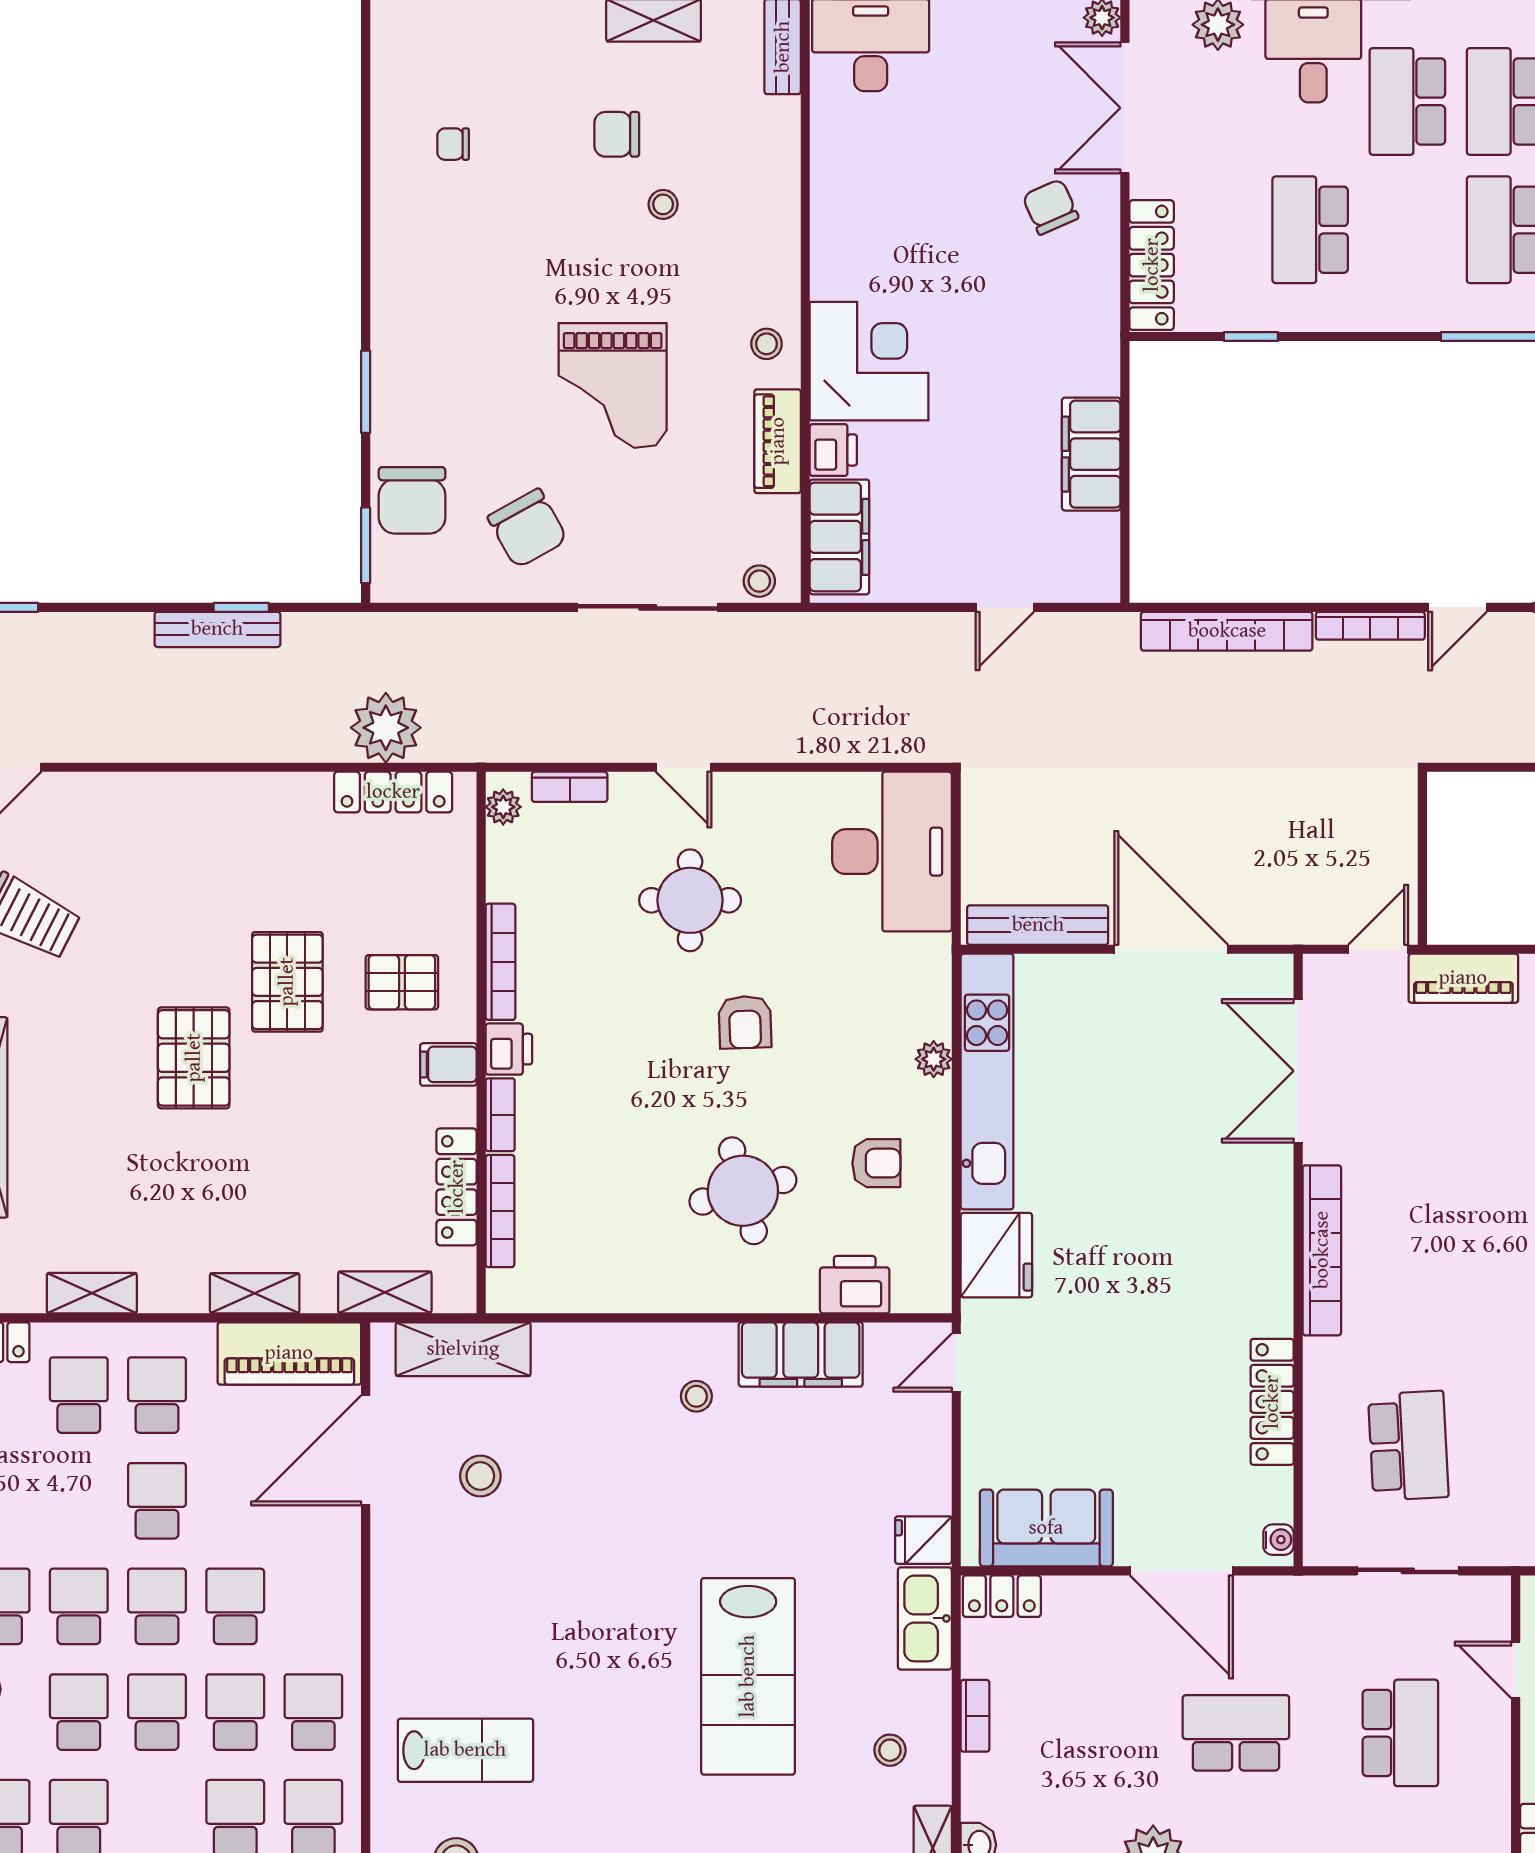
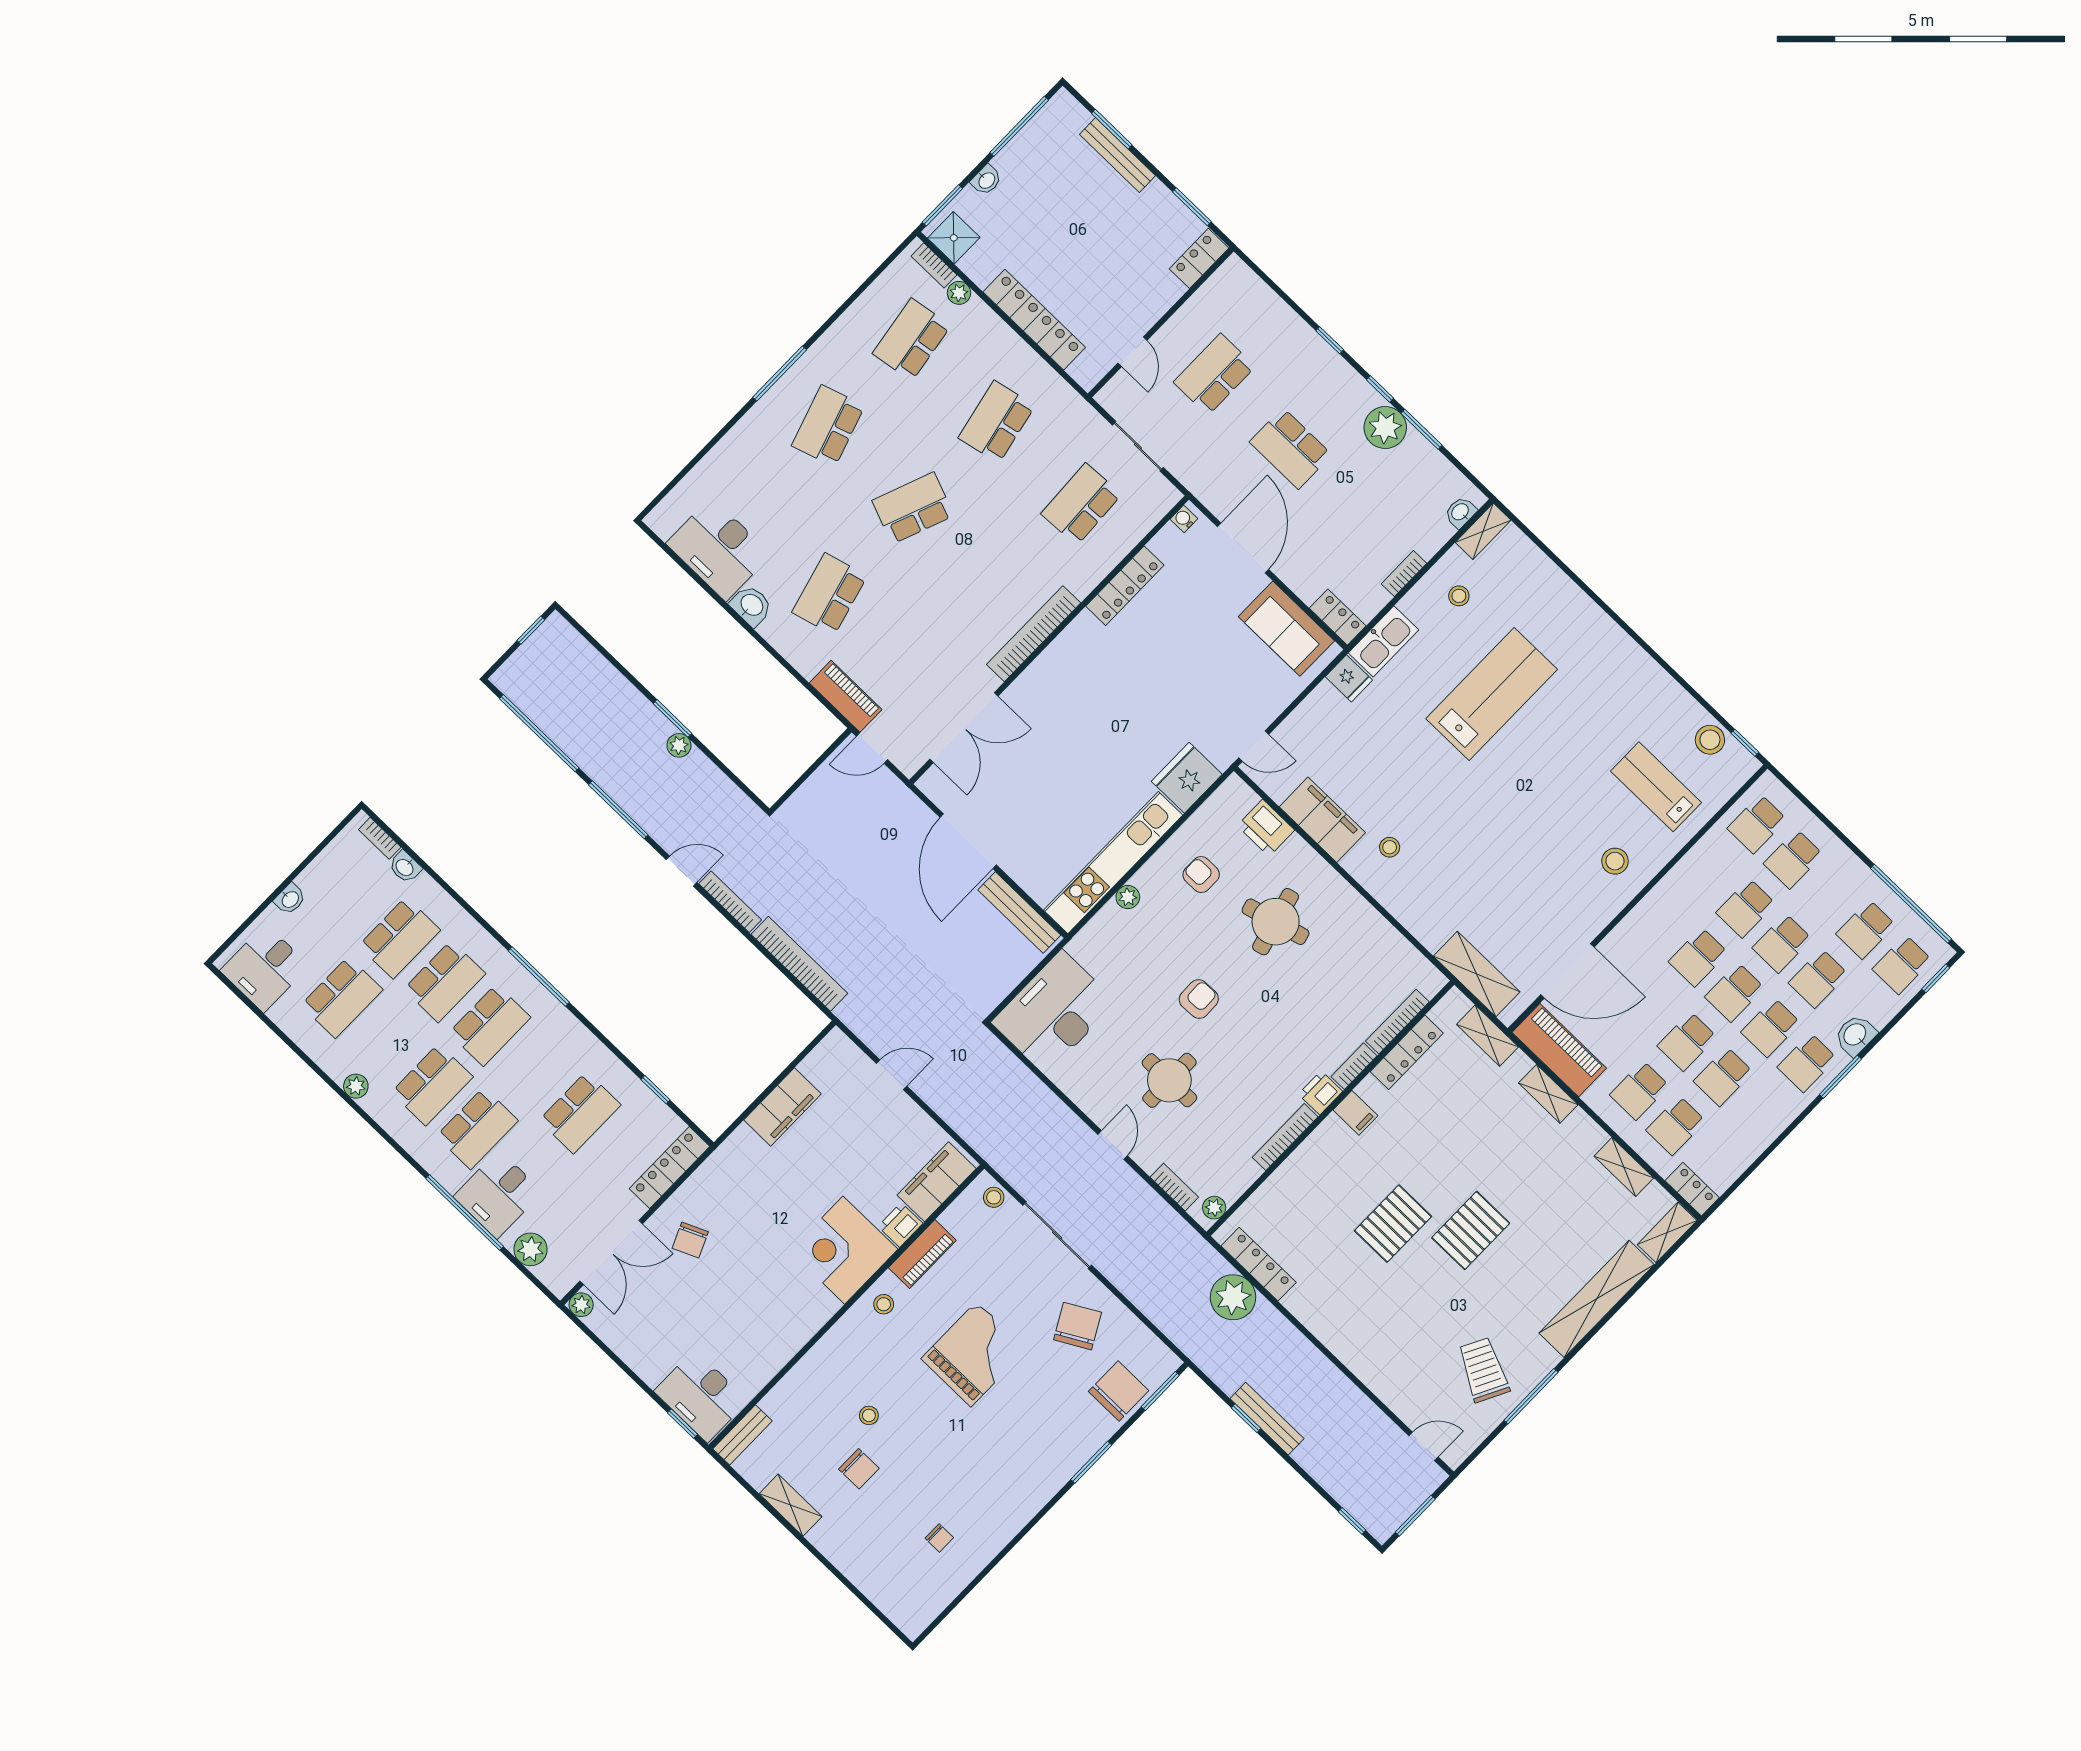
pallet: (402, 982) -> (1340, 1172), removed
stool: (480, 1476) -> (1615, 861), moved
school desk: (313, 1712) -> (1723, 1077), moved

